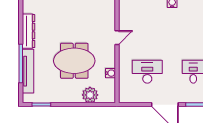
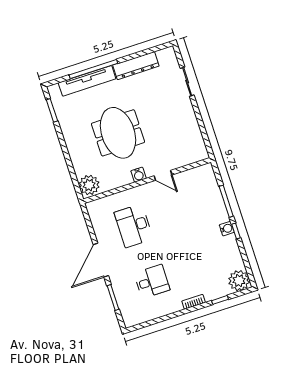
desk: (147, 72) -> (134, 226), turned 180
water cooler: (110, 73) -> (139, 175), moved
plant: (90, 95) -> (89, 185), moved

